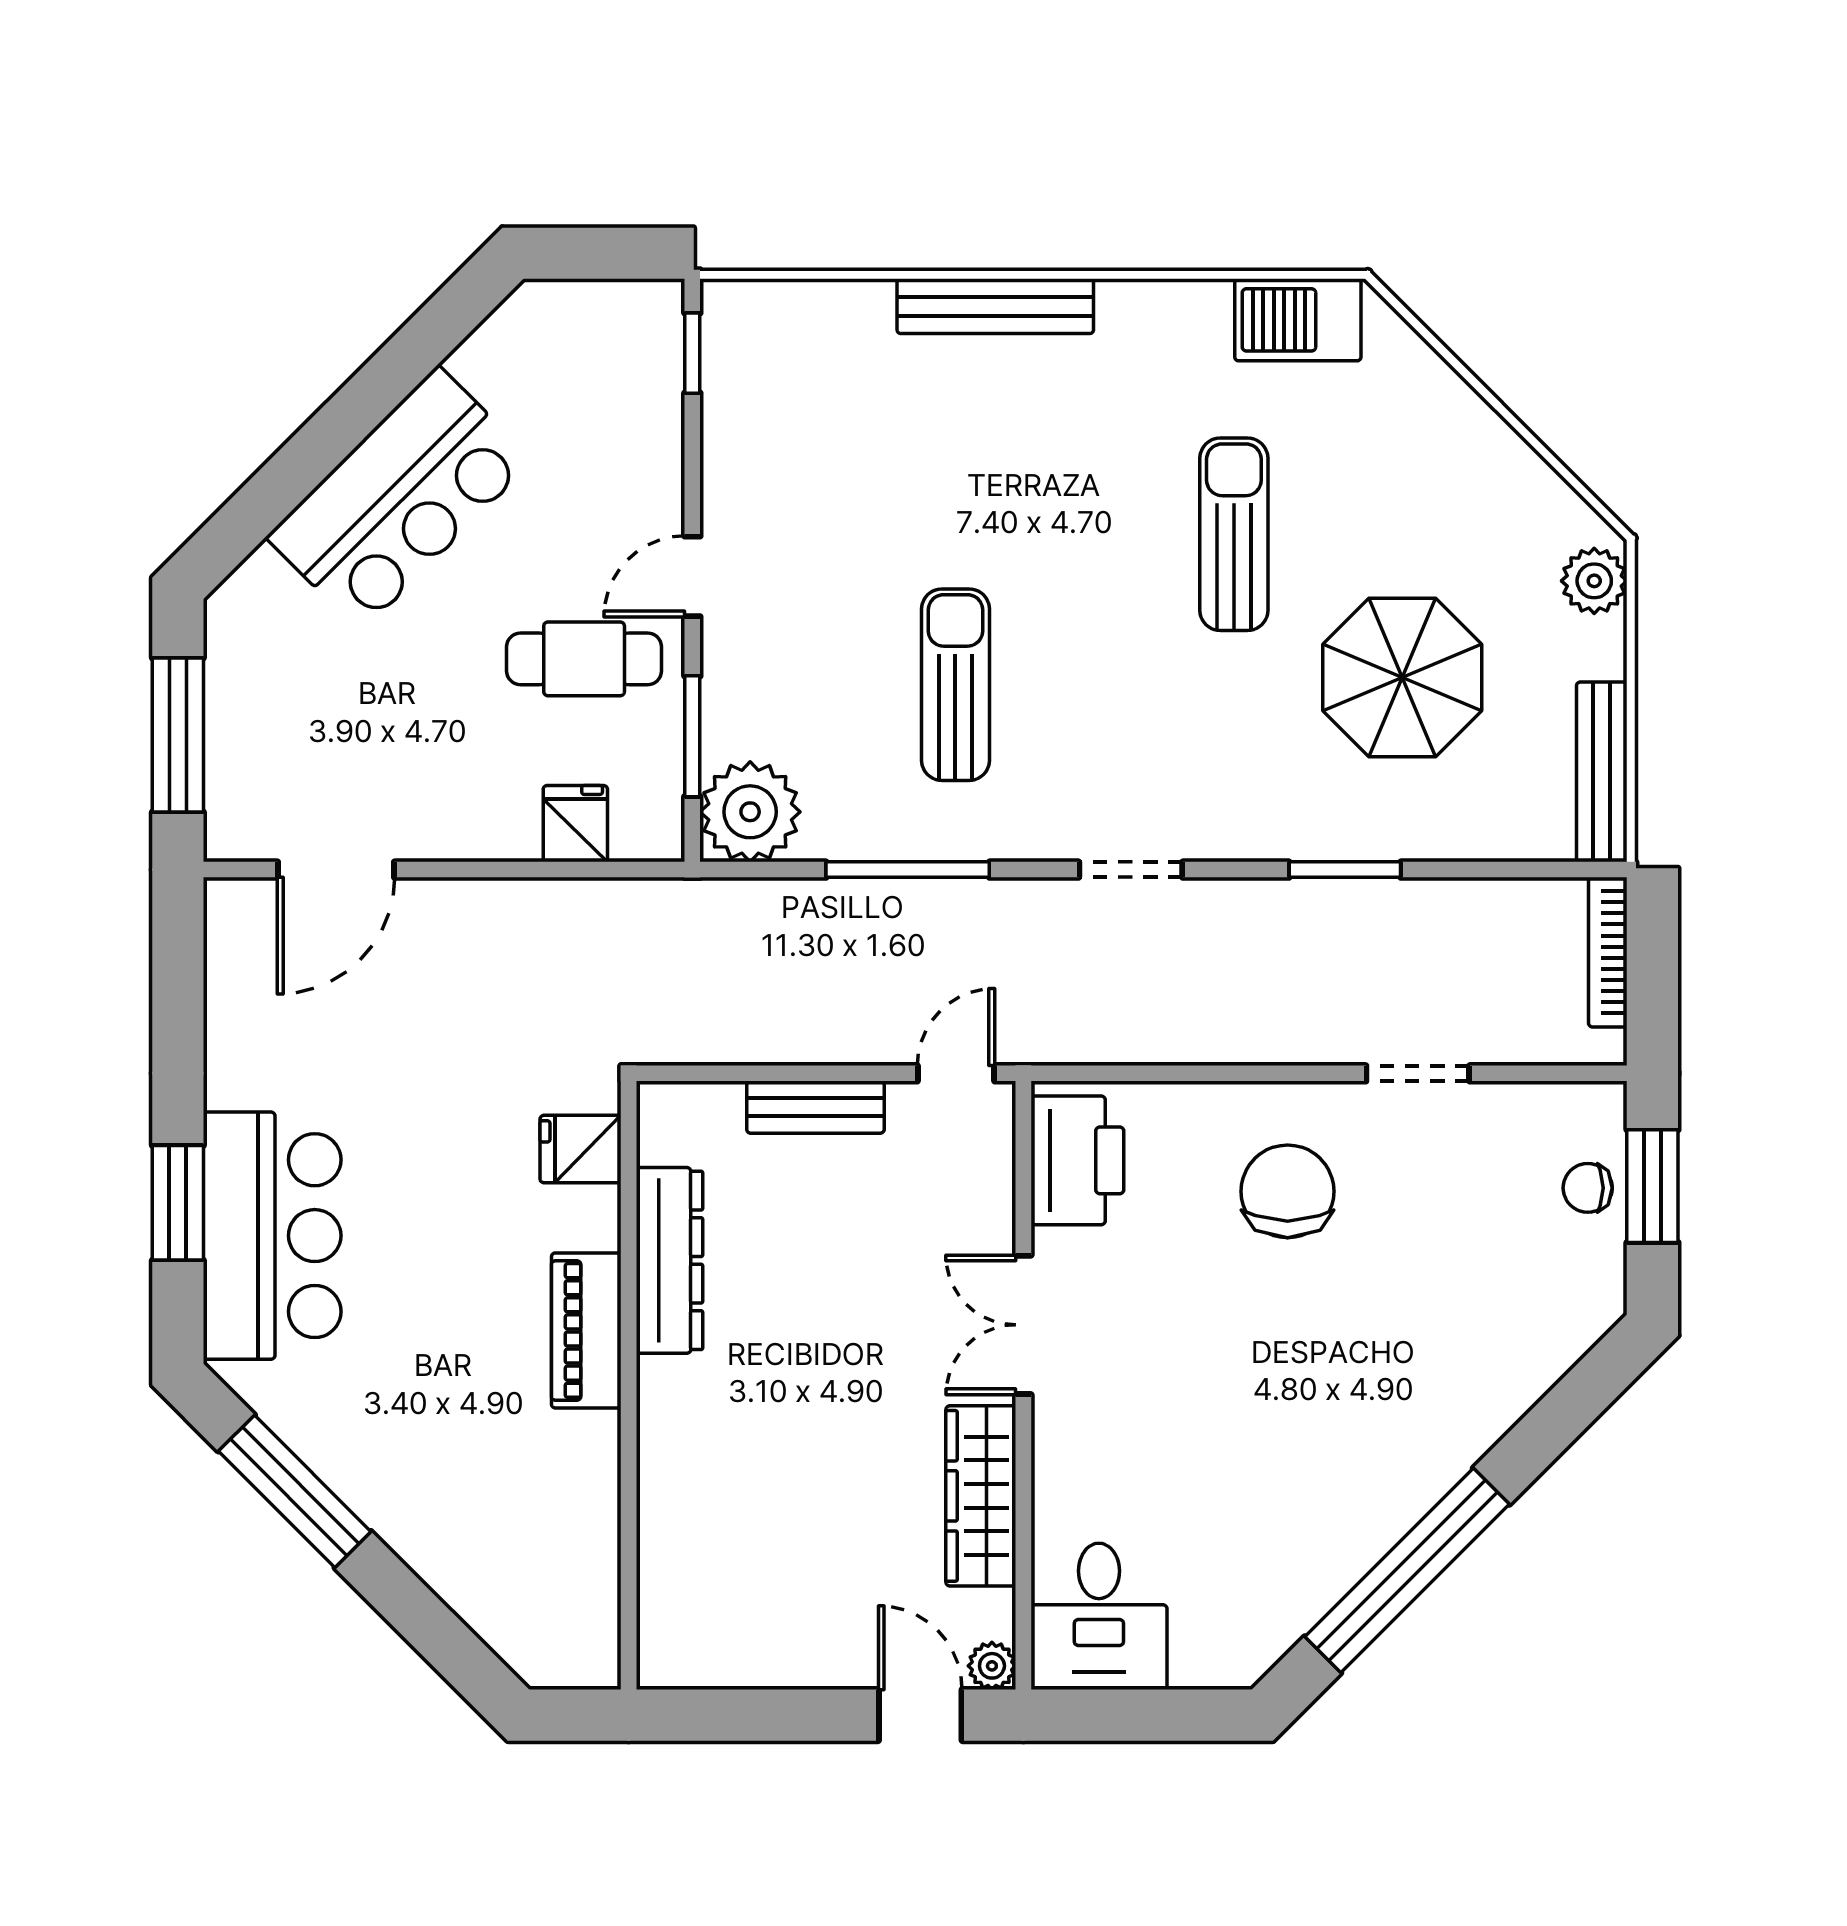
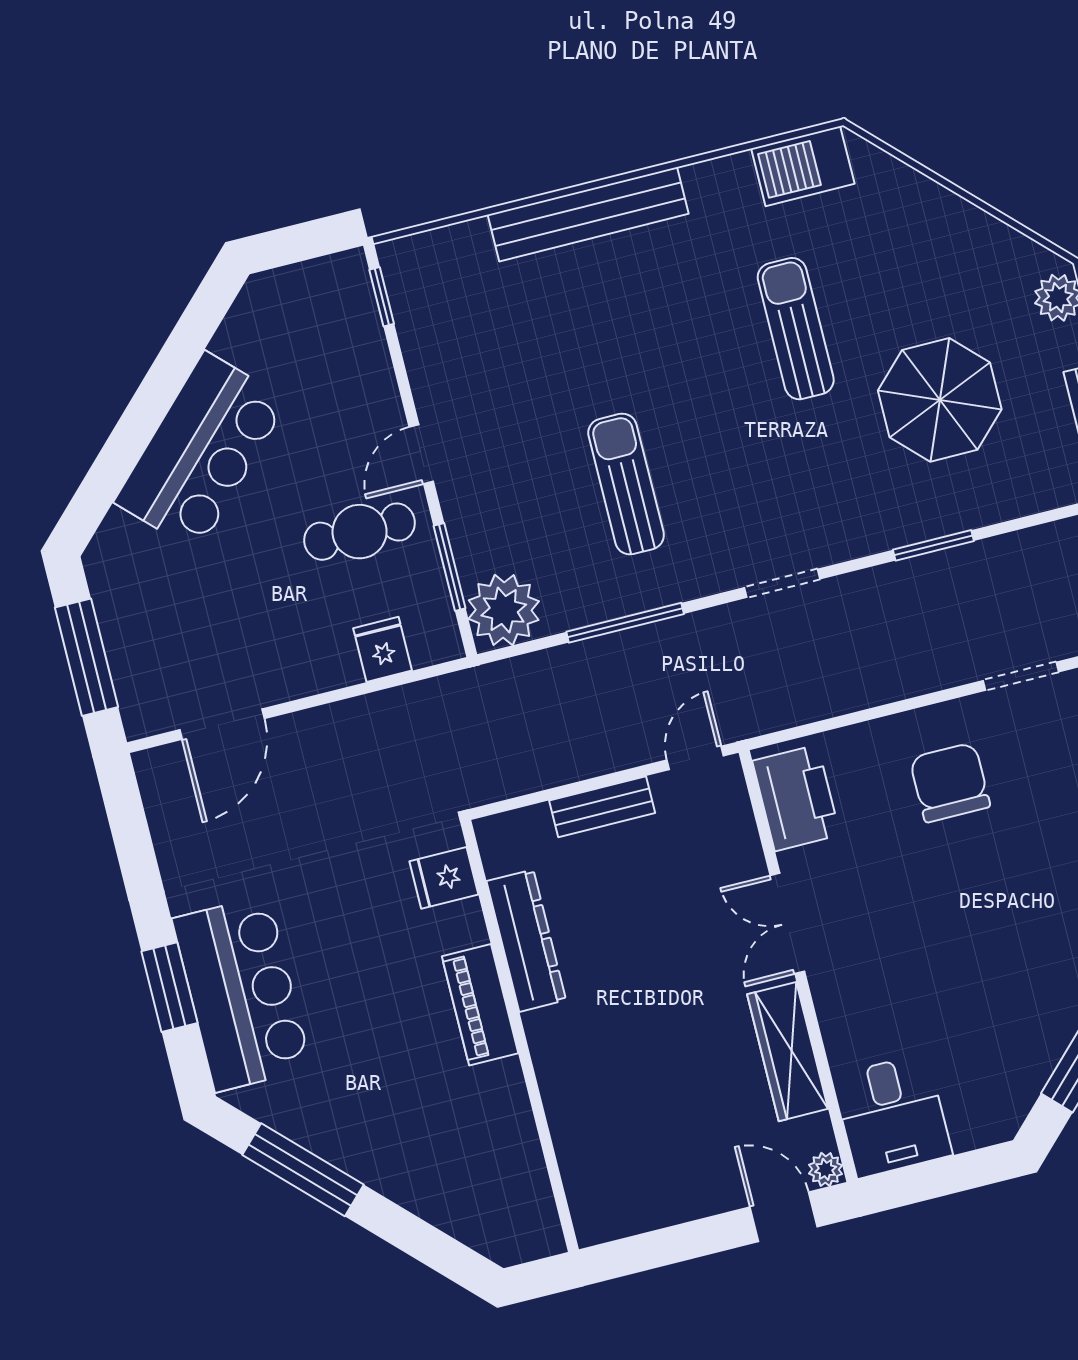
bench: (995, 306) -> (588, 214), width x1.37, depth x1.21

